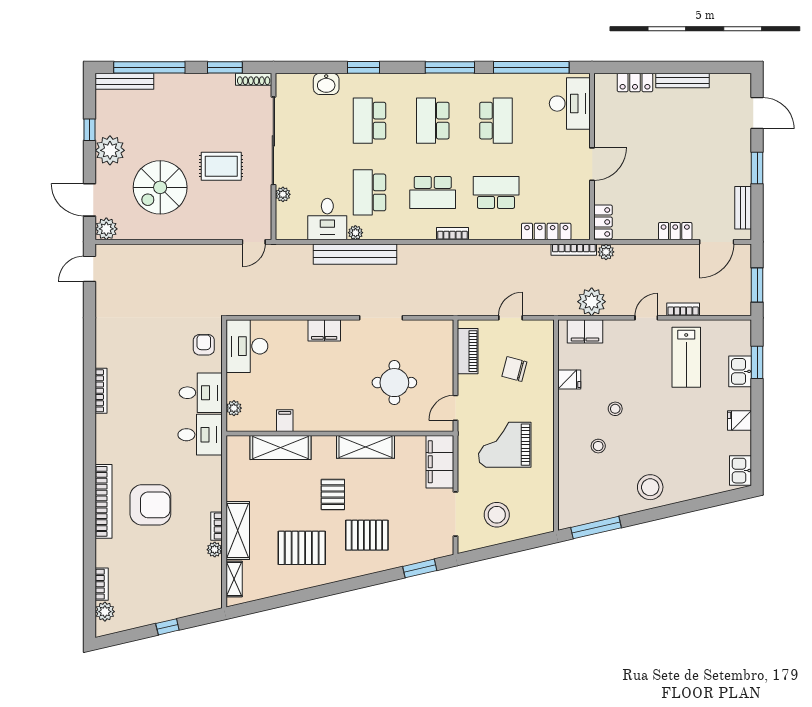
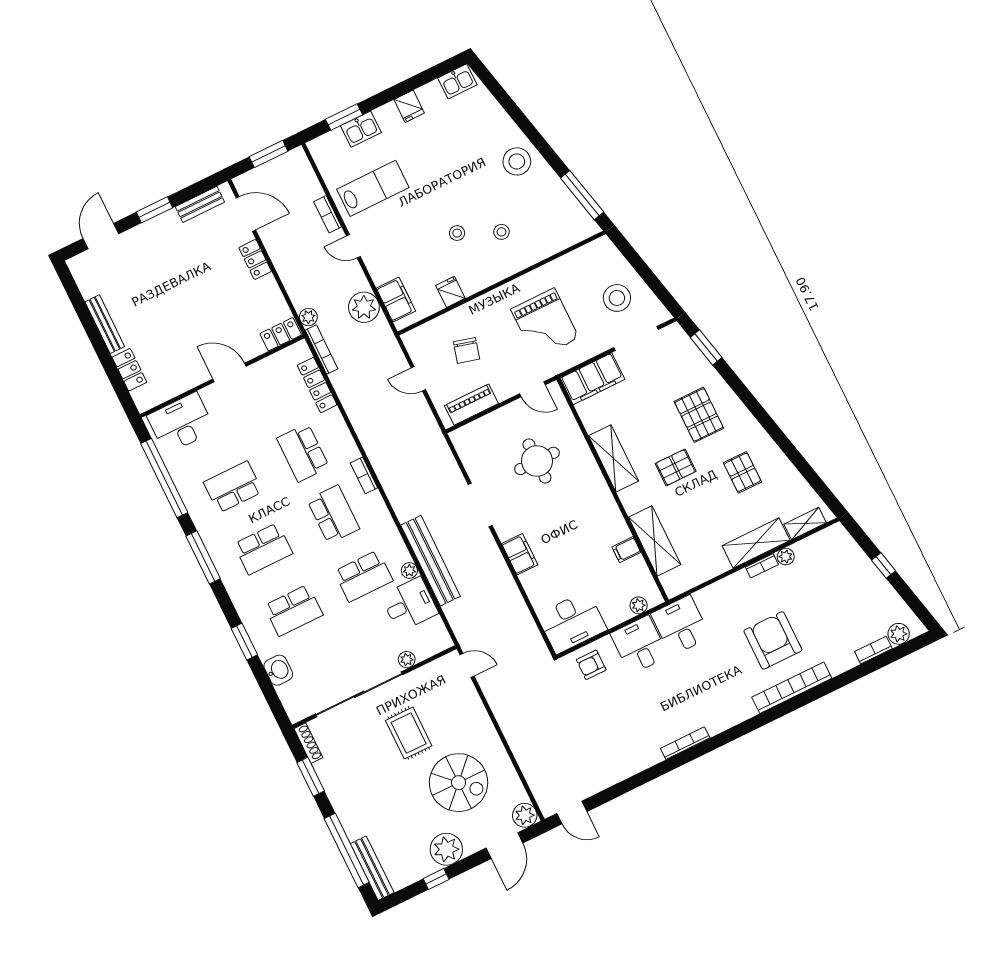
pallet: (302, 548) -> (742, 472), width x0.67, depth x0.71

